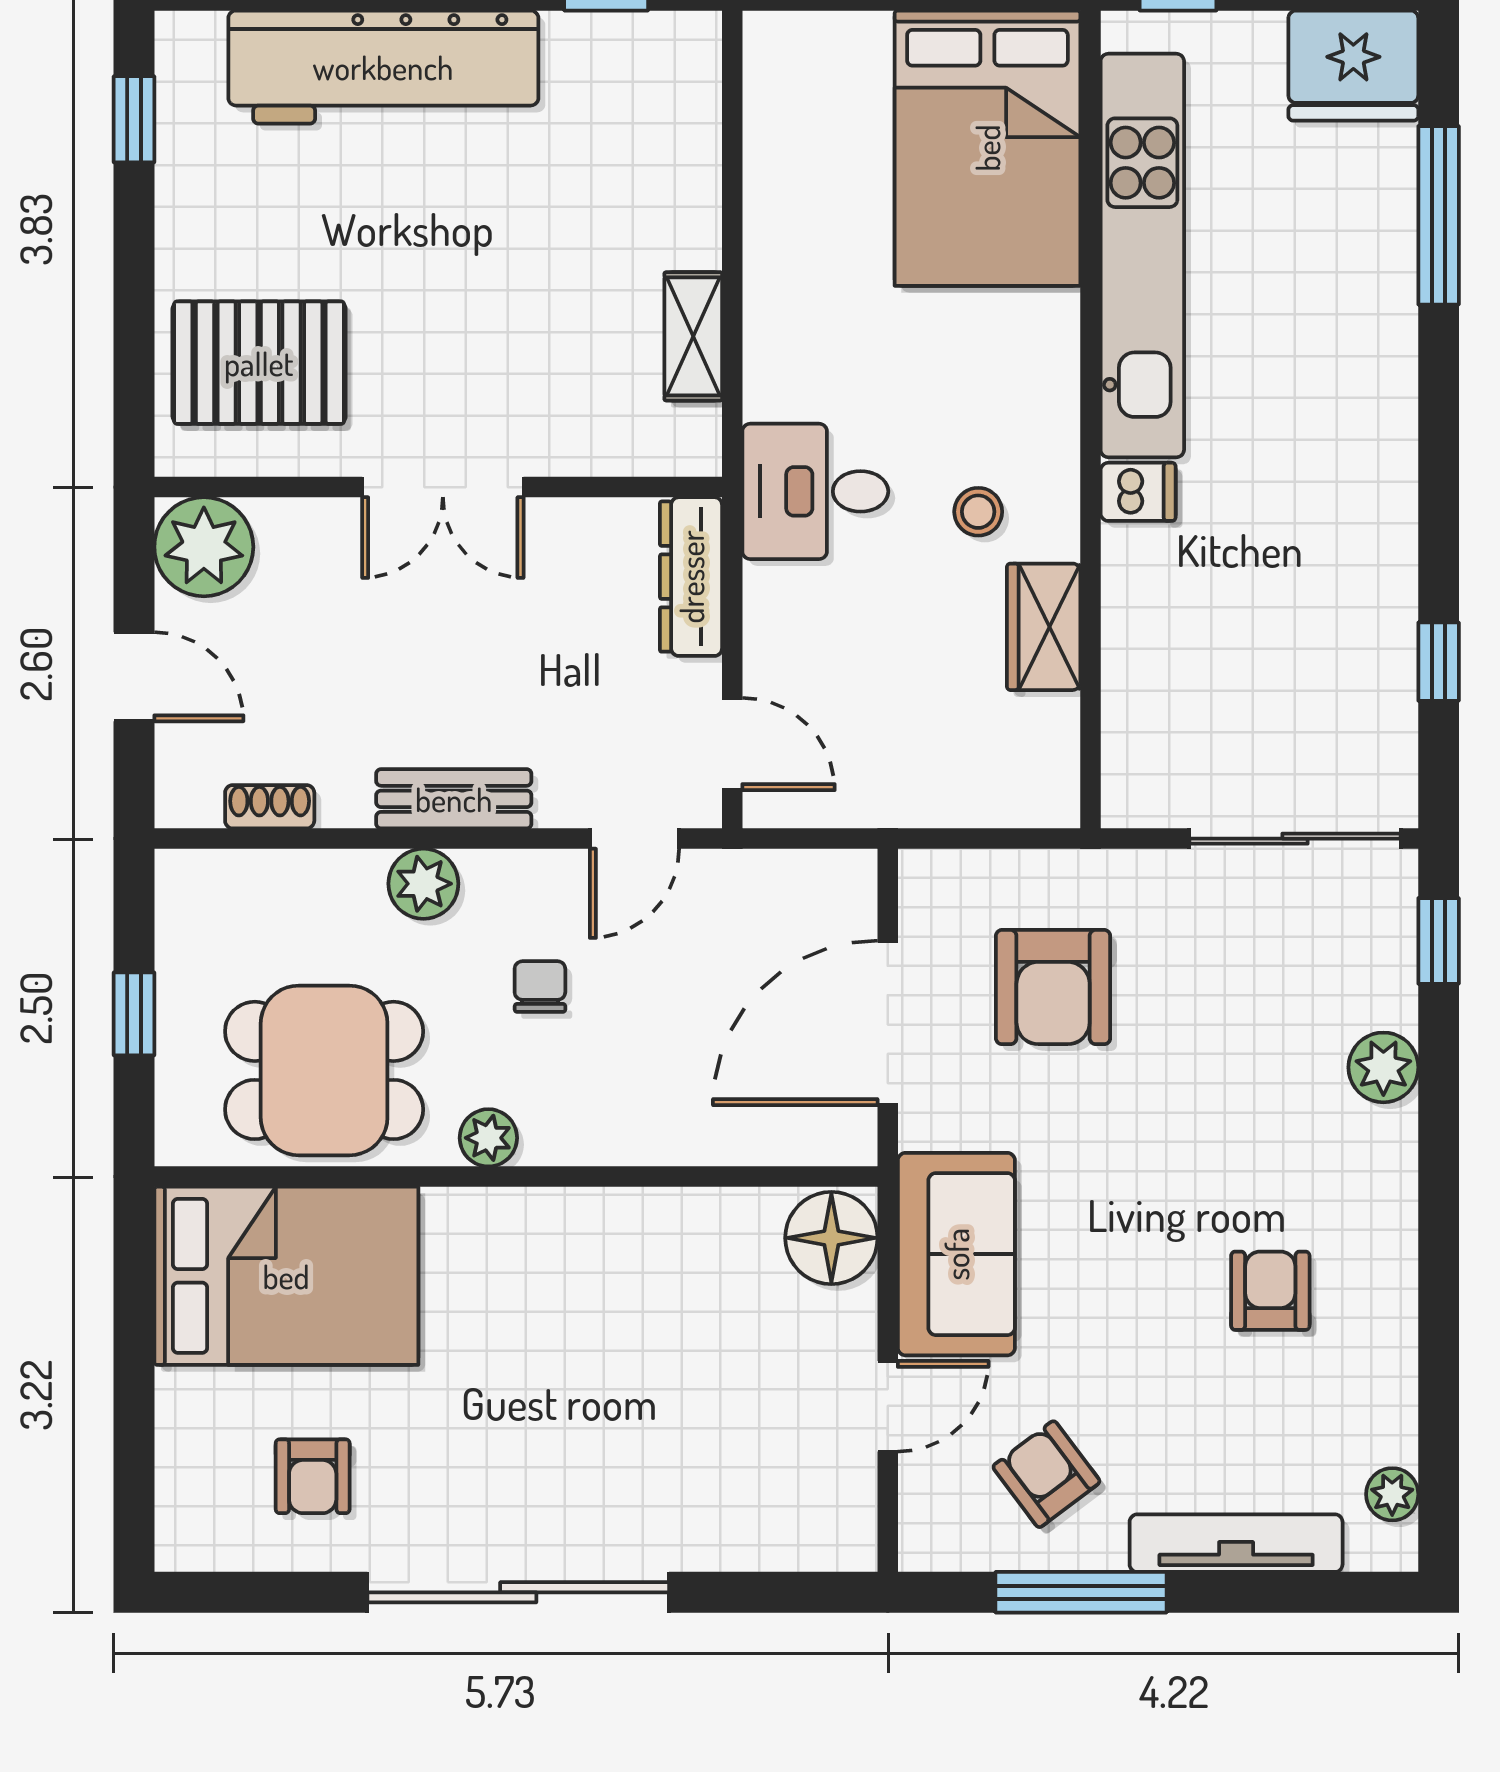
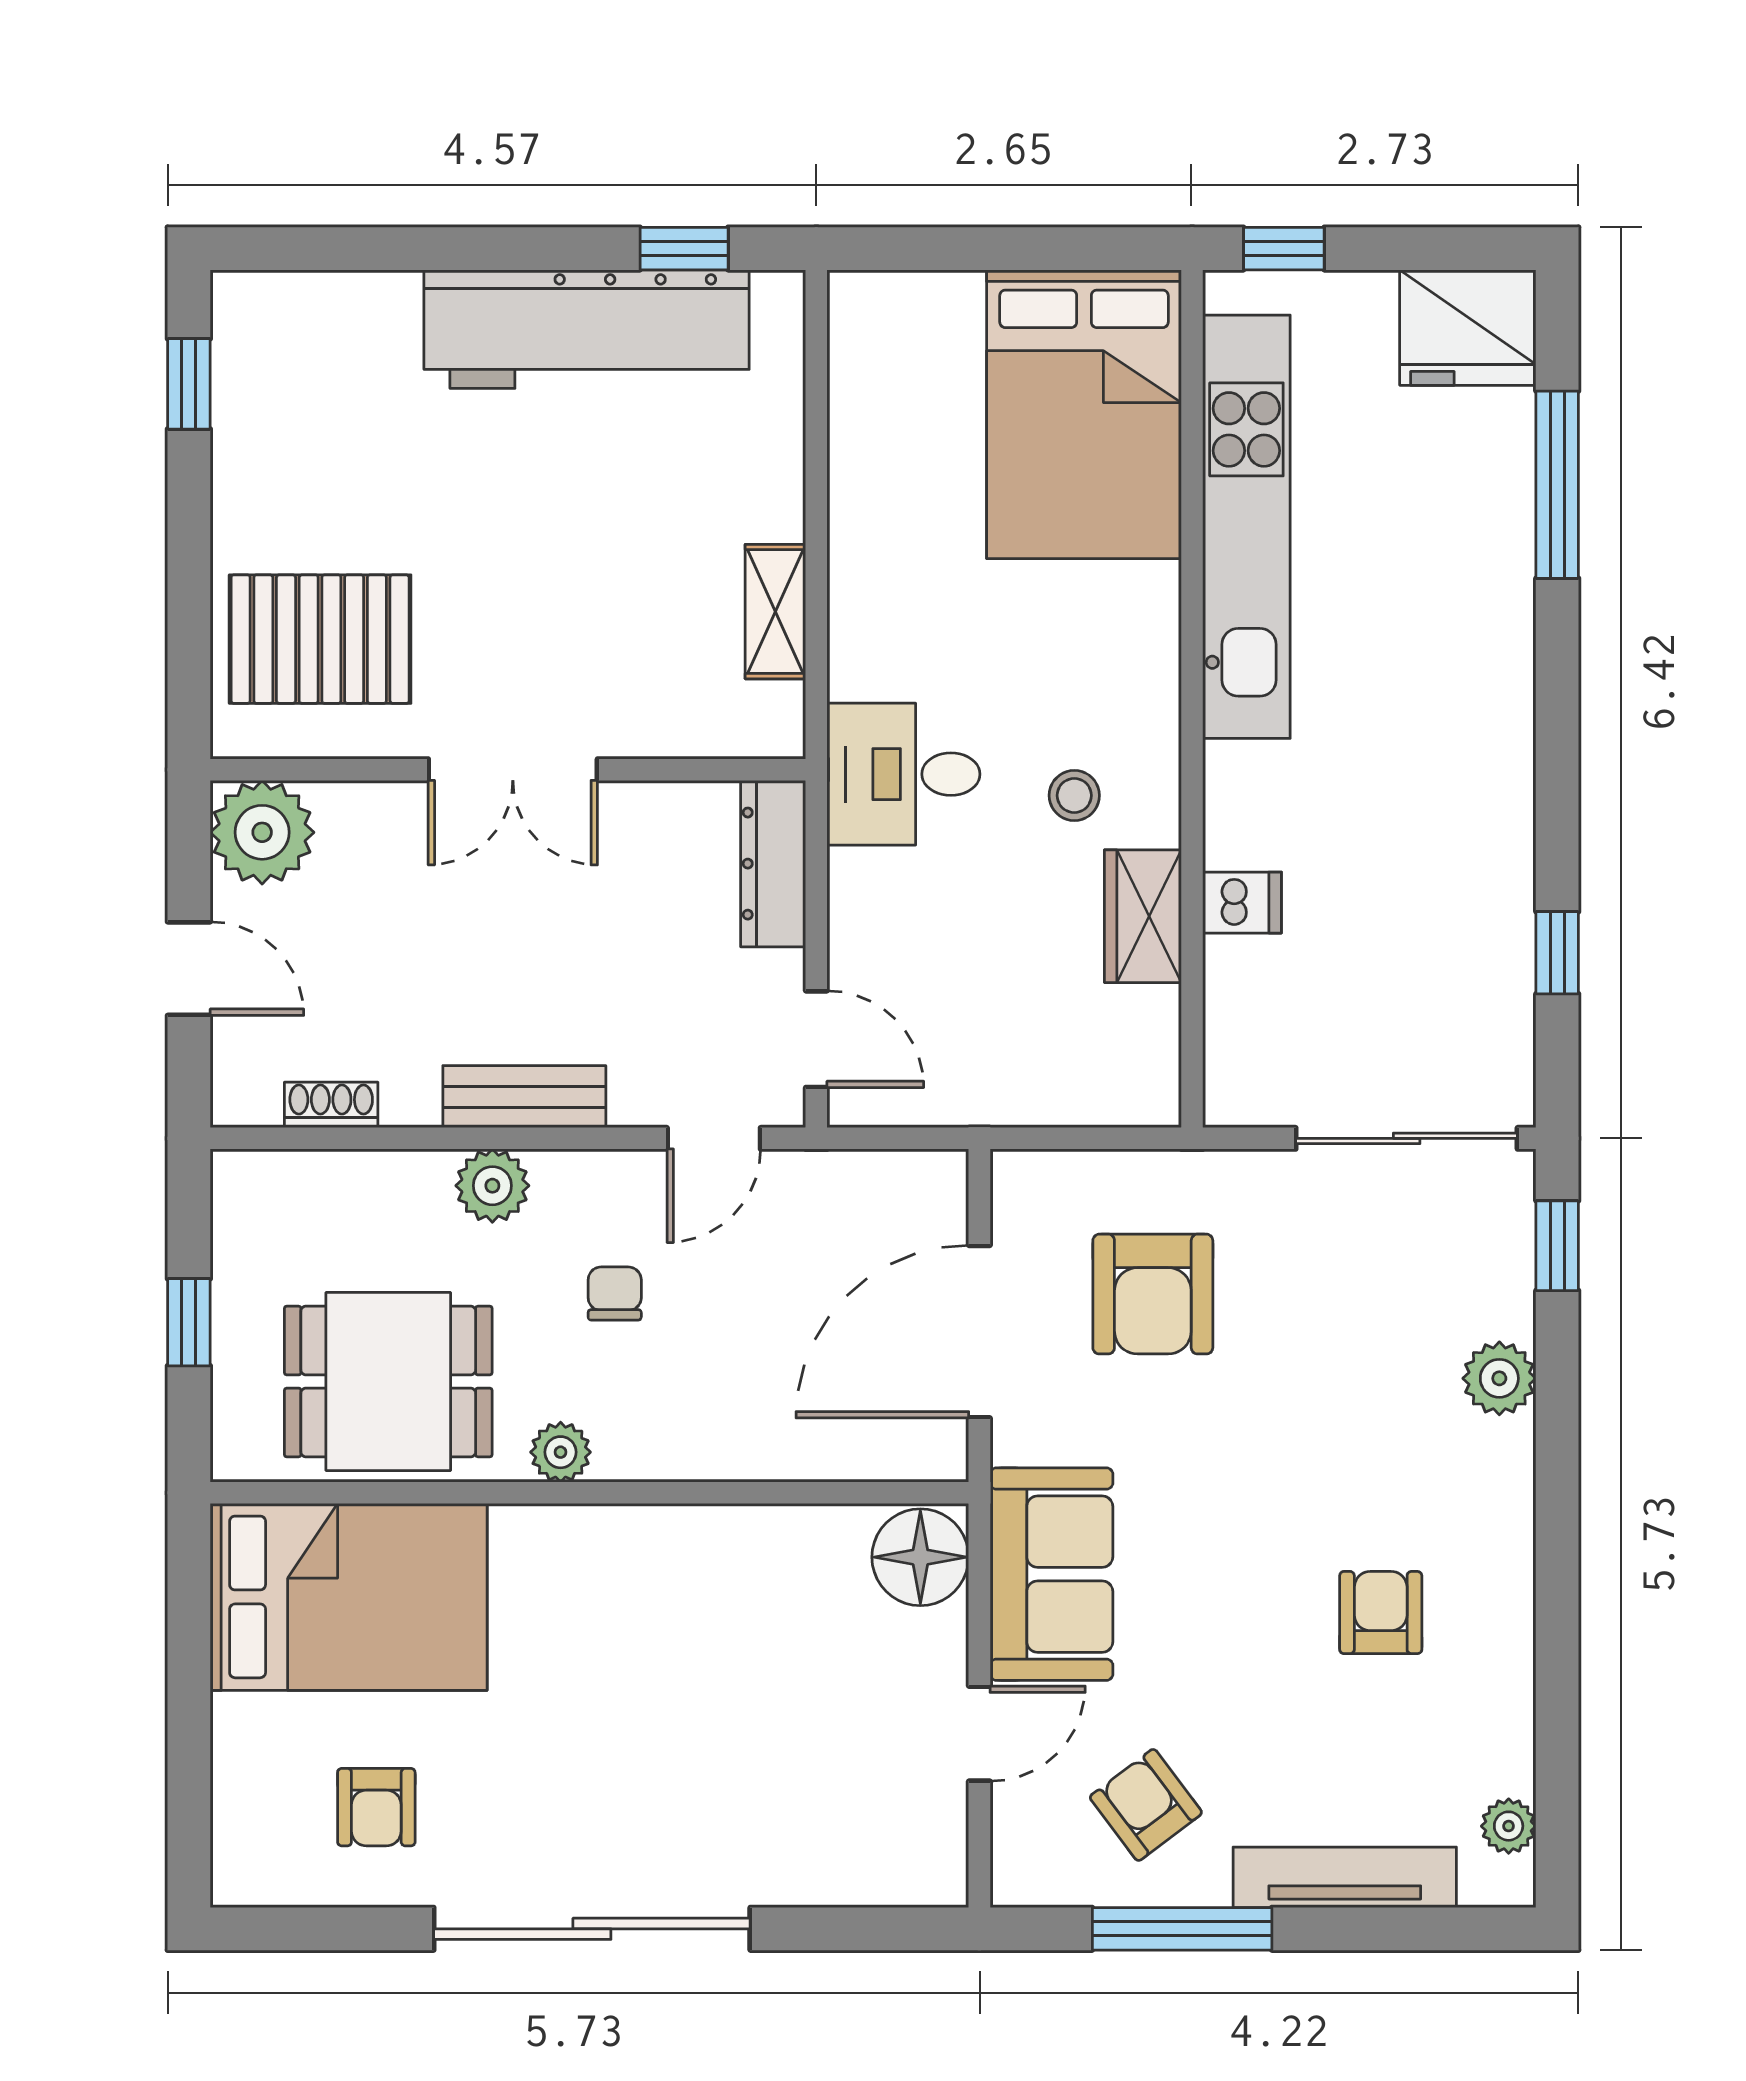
workbench: (383, 67) -> (587, 329), moved
dishwasher: (1138, 492) -> (1242, 903), moved

